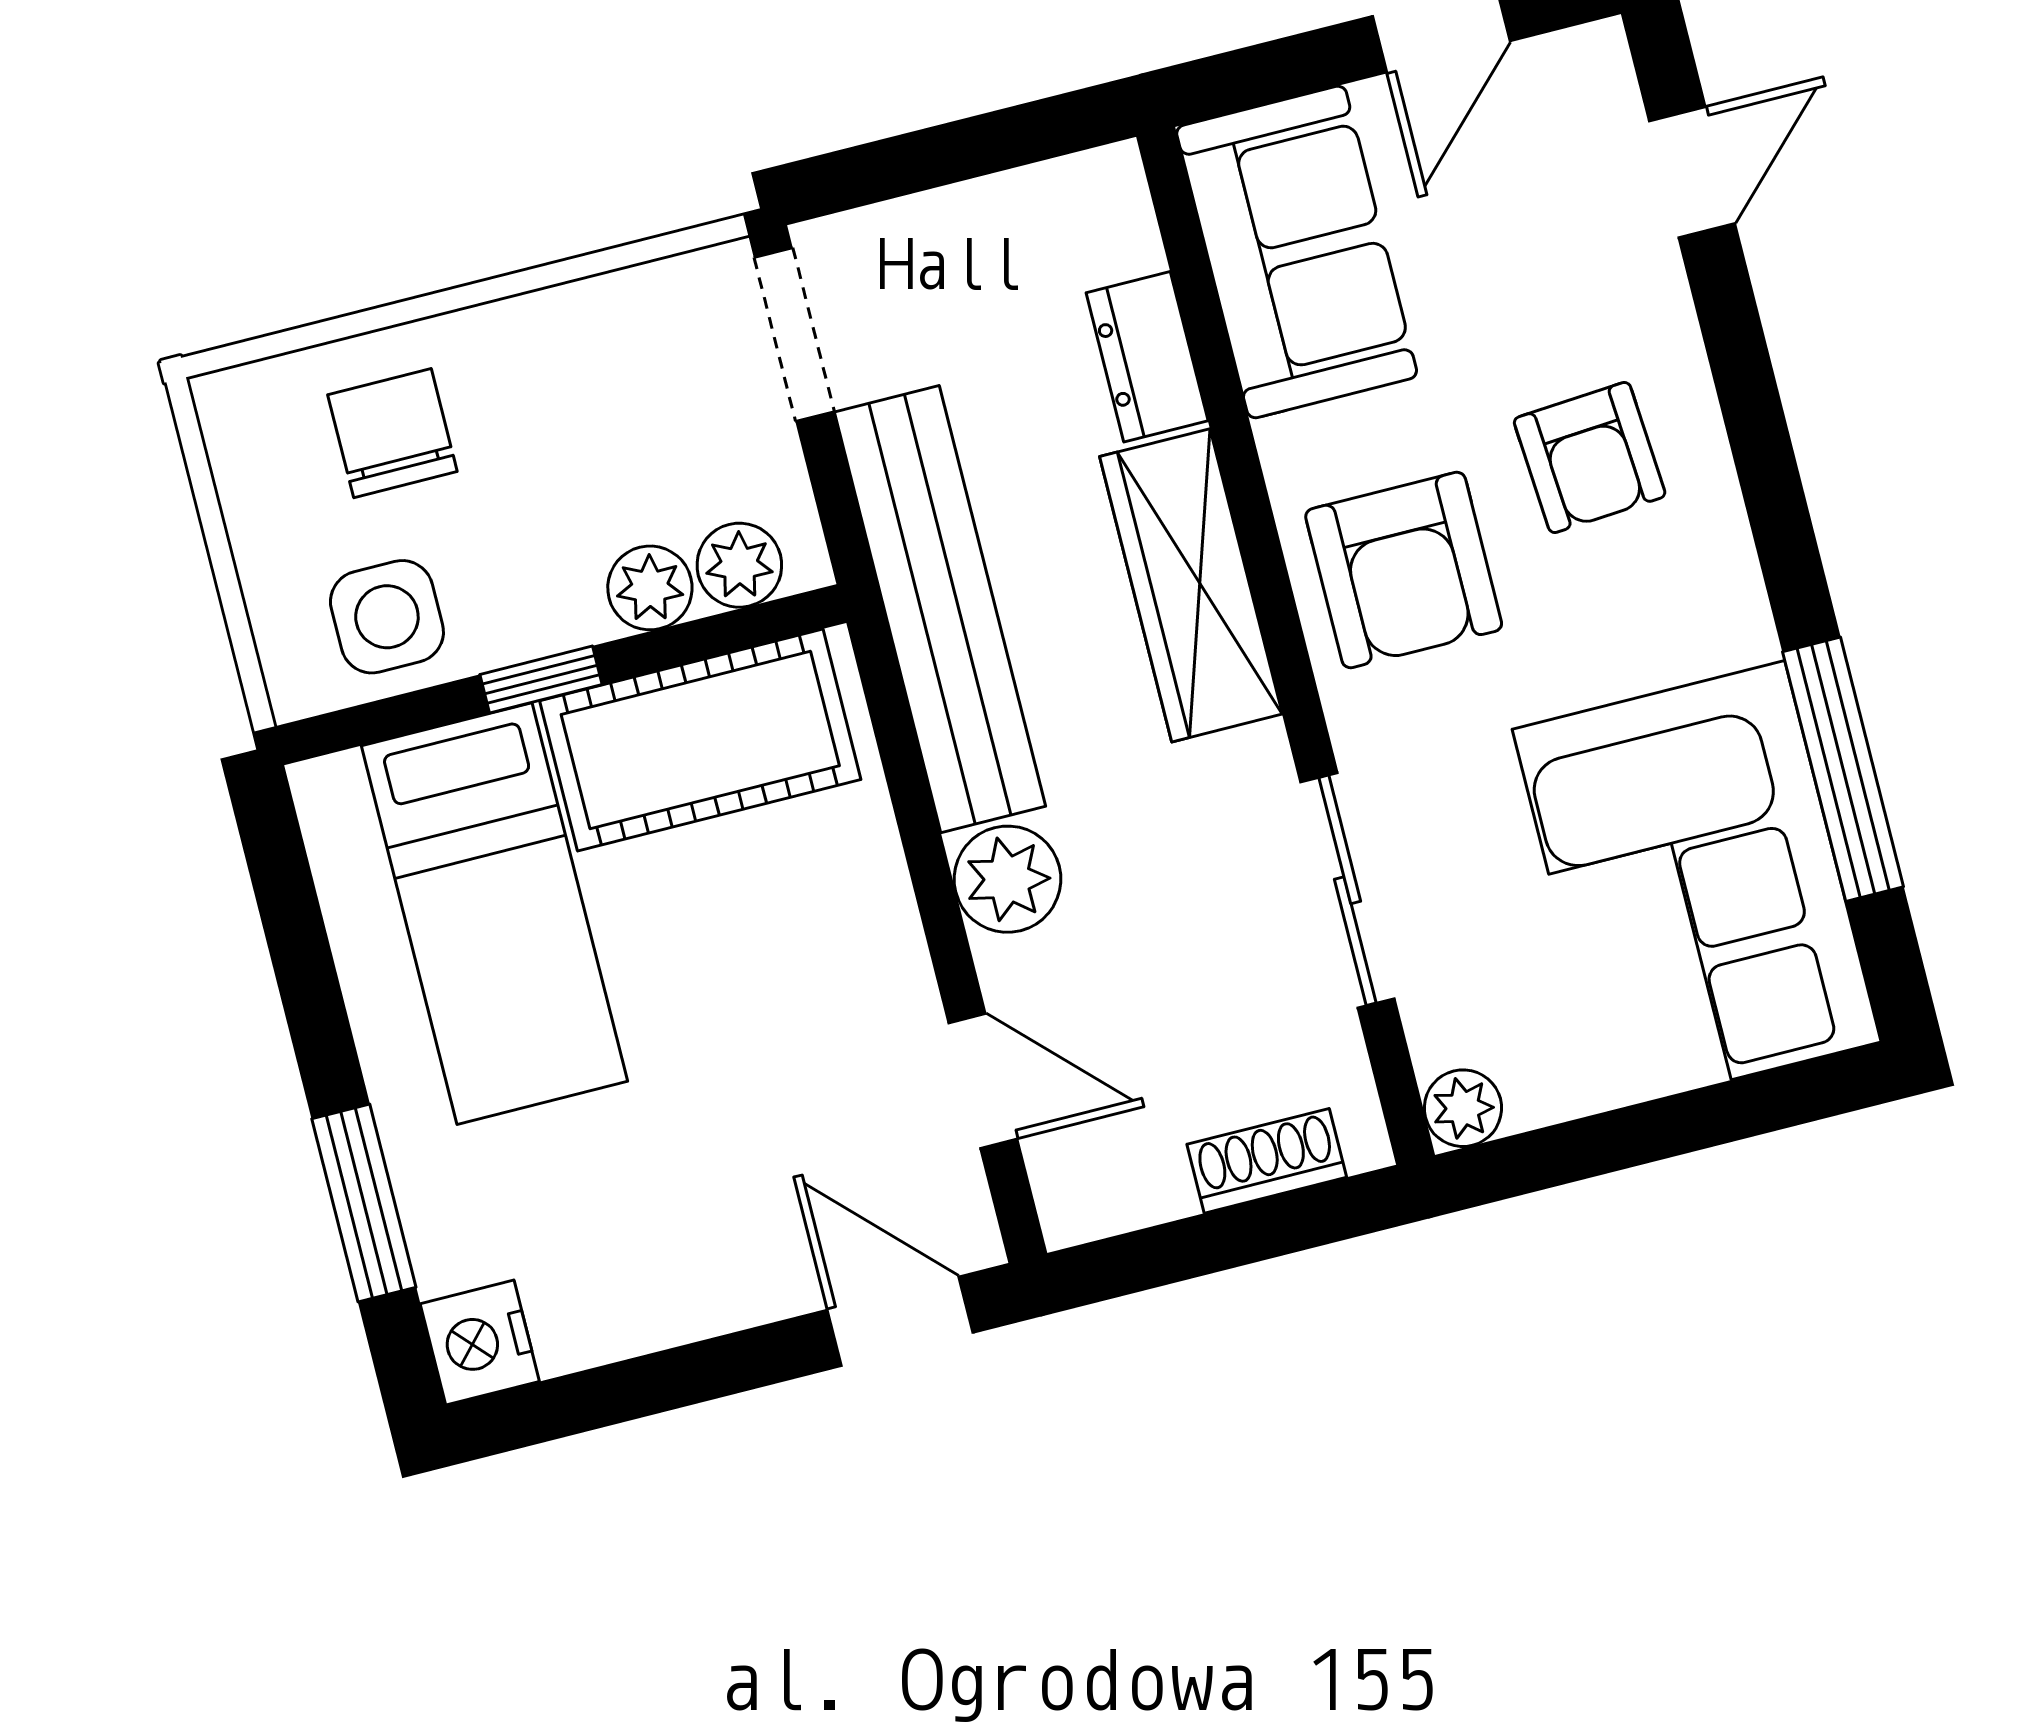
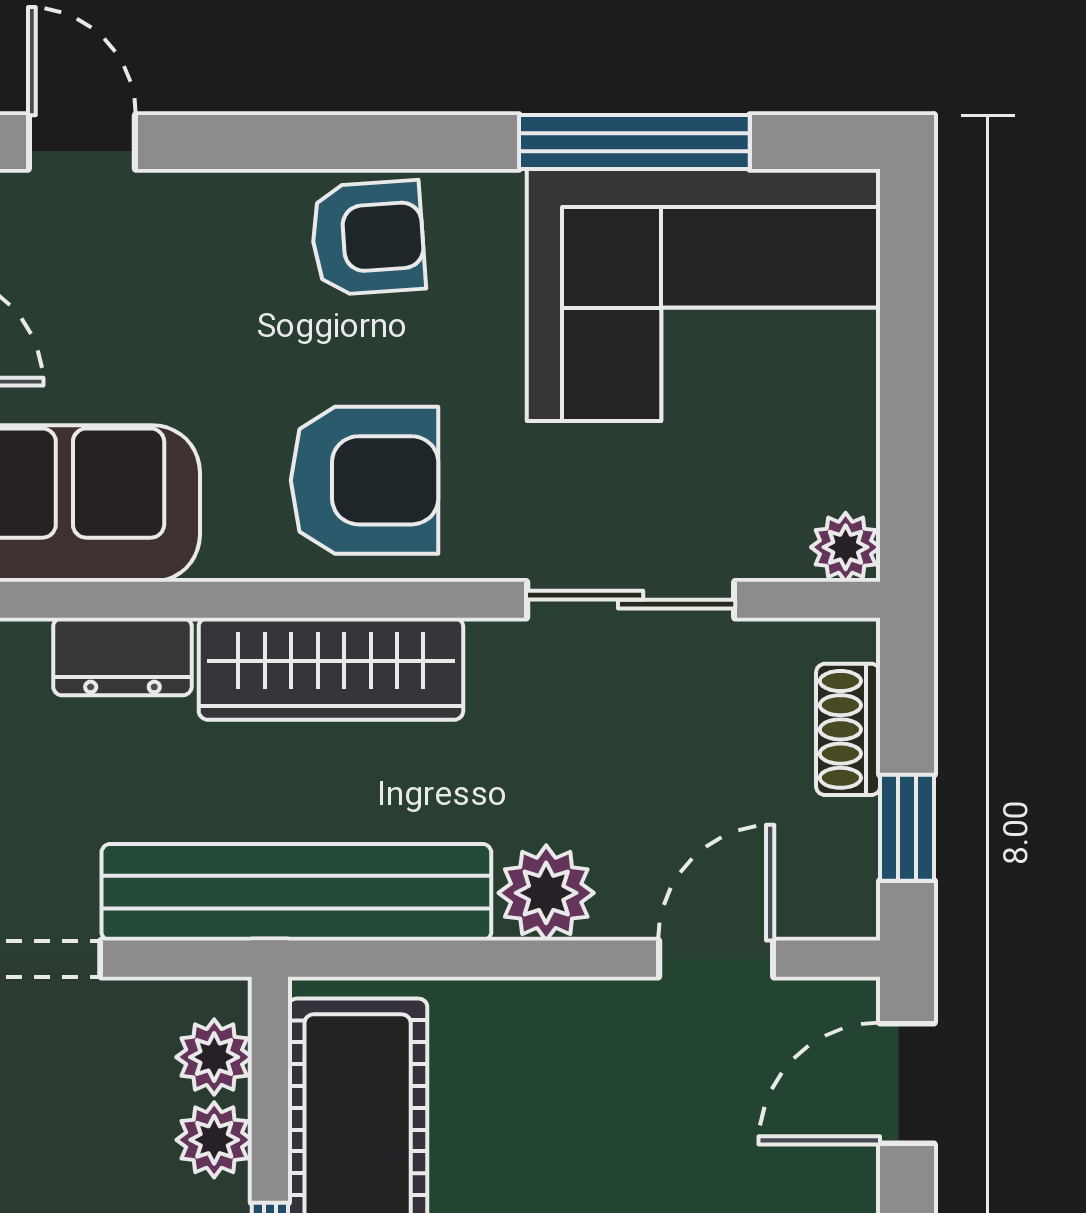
armchair: (1590, 457) -> (368, 238), moved
window: (1177, 1251) -> (907, 828), added

